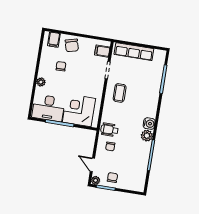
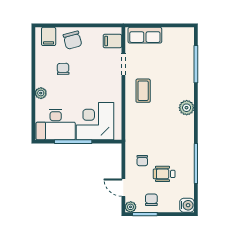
row of seats: (134, 52) -> (145, 35), width x0.68
water cooler: (149, 124) -> (187, 205), moved
wheelchair: (109, 130) -> (164, 174), moved
plant: (147, 136) -> (187, 108), moved

